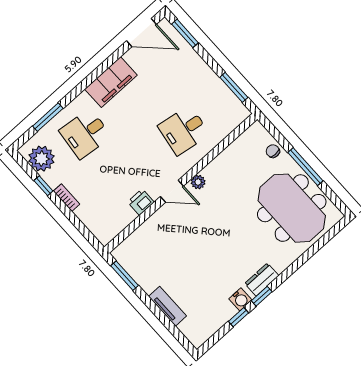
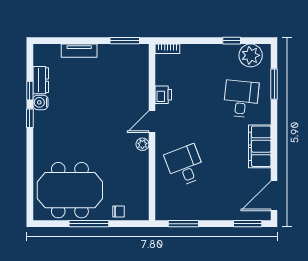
desk: (184, 130) -> (185, 165), turned -30
bookcase: (66, 198) -> (167, 49), moved
dresser: (262, 280) -> (41, 80), moved

